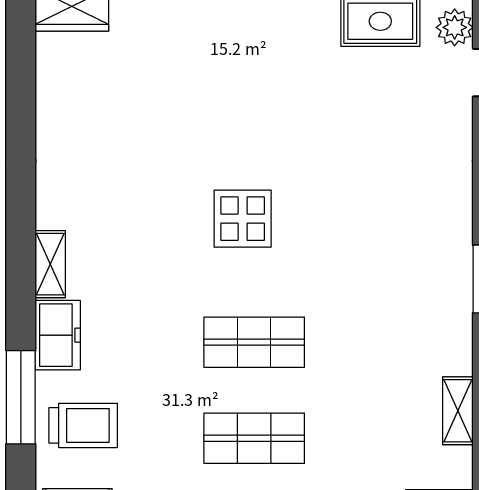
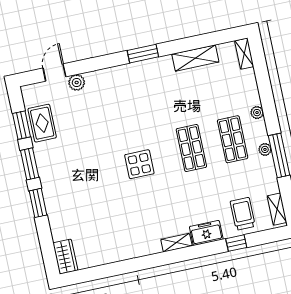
plant: (455, 27) -> (77, 82), moved
window: (21, 397) -> (236, 243), width x0.46
shelving: (458, 411) -> (195, 58), width x1.50, depth x1.33

